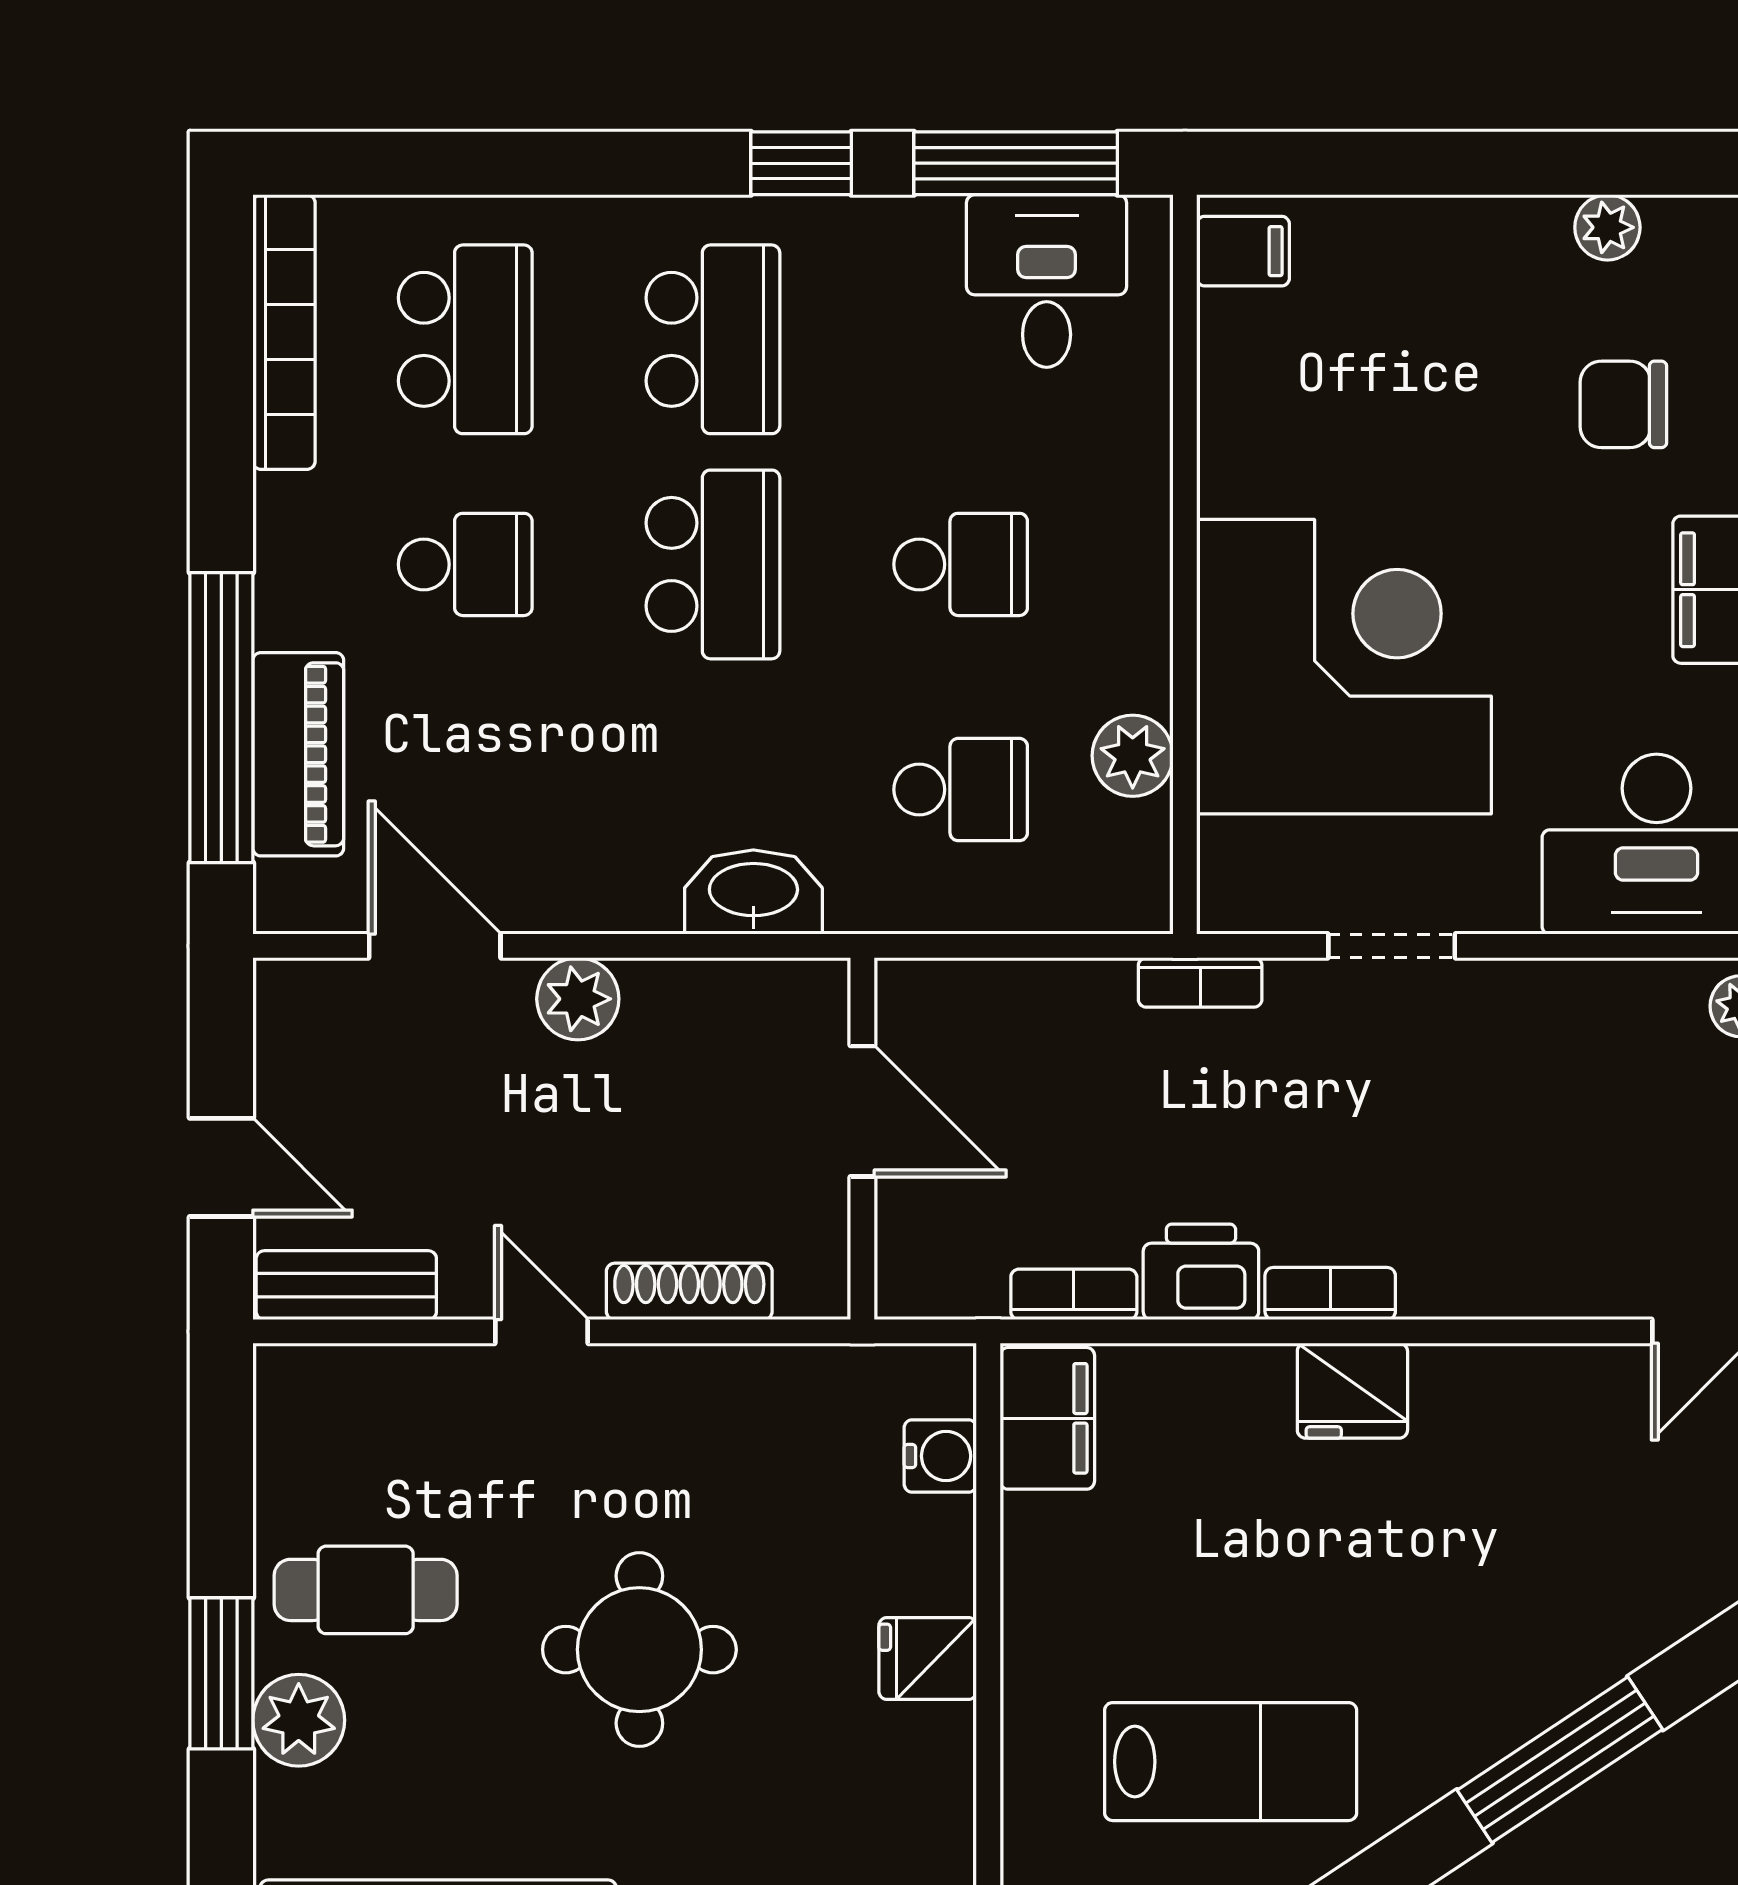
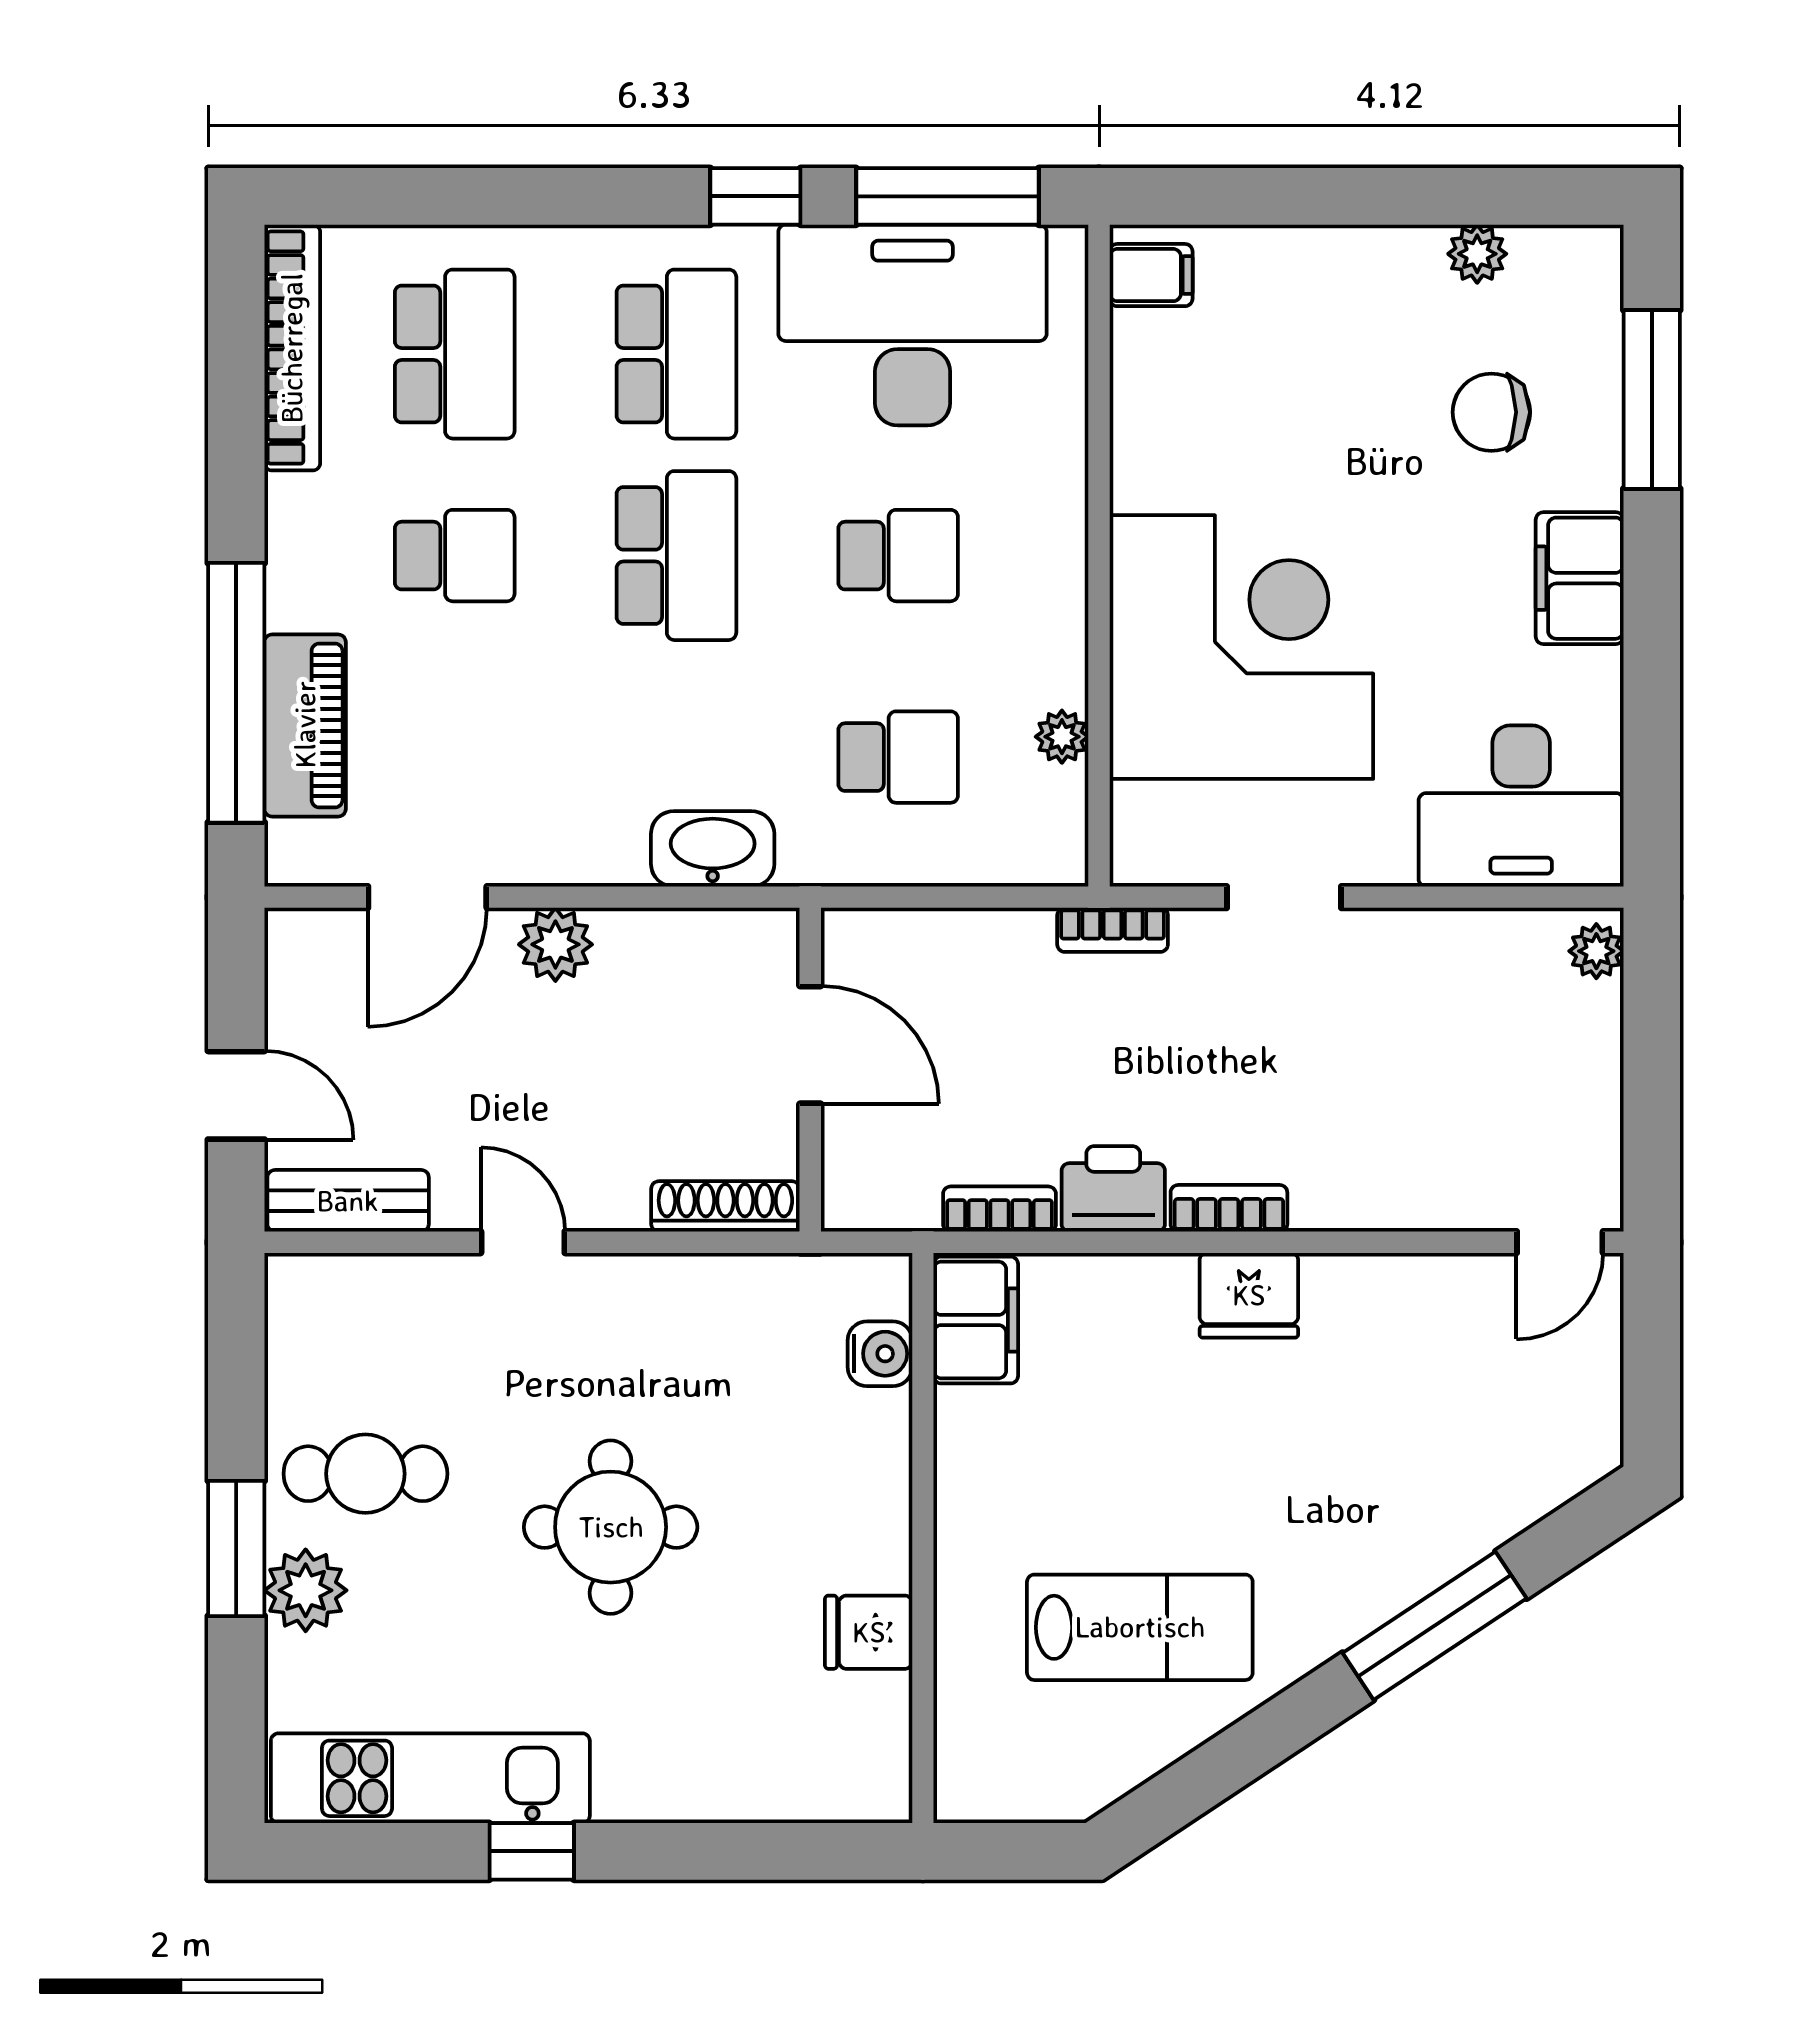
desk: (1047, 281) -> (912, 325), width x1.87, depth x1.30
plant: (1133, 756) -> (1062, 737), width x0.73, depth x0.73
door: (435, 946) -> (427, 897), swing flipped
shoe rack: (689, 1291) -> (725, 1206), moved
fridge: (928, 1658) -> (869, 1632), moved

